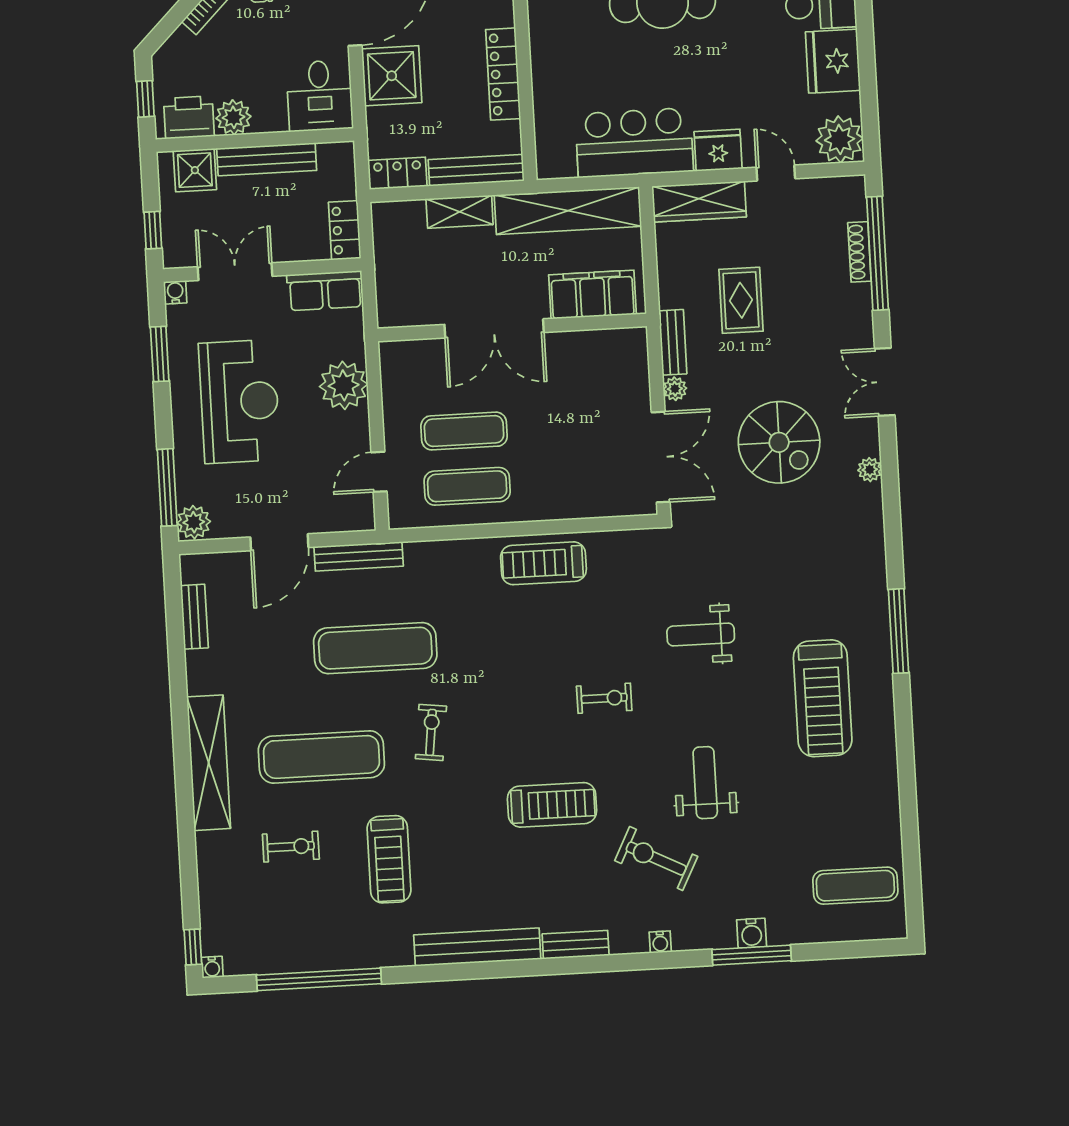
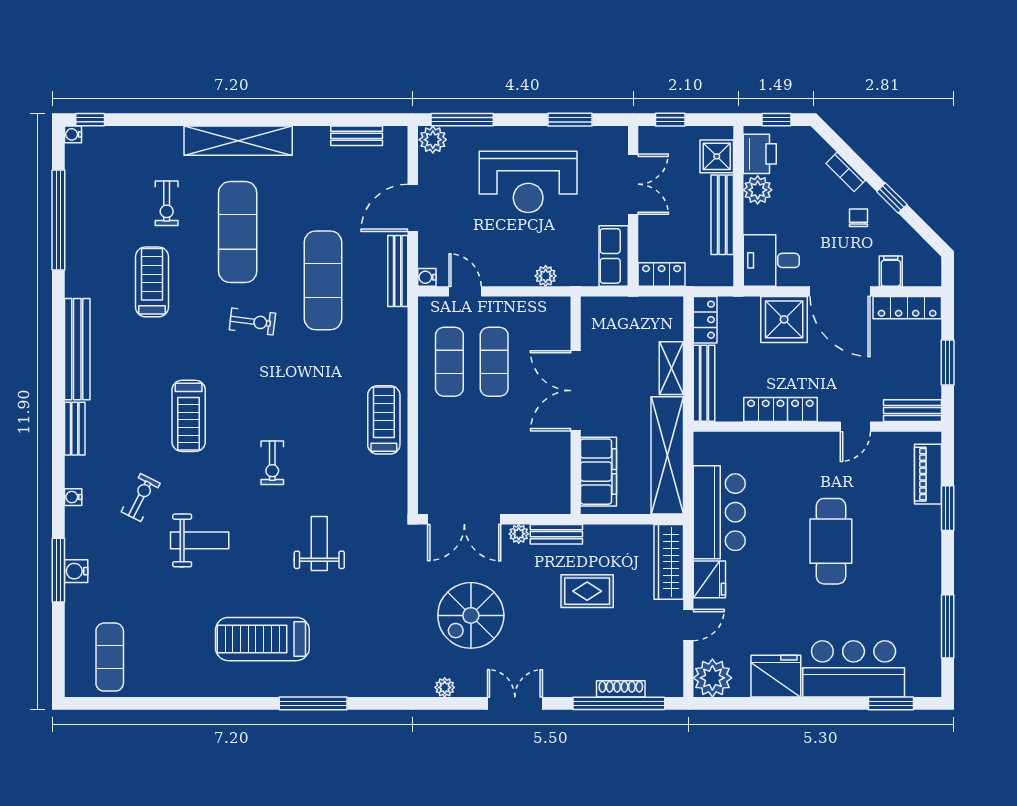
water cooler: (175, 292) -> (427, 277), moved, turned 180
plant: (344, 385) -> (546, 276), width x0.53, depth x0.53
door: (279, 542) -> (413, 208), hinge flipped
treadmill: (389, 859) -> (152, 282), turned 90
exercise bike: (656, 859) -> (141, 497), width x0.73, depth x0.72

